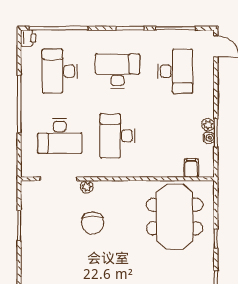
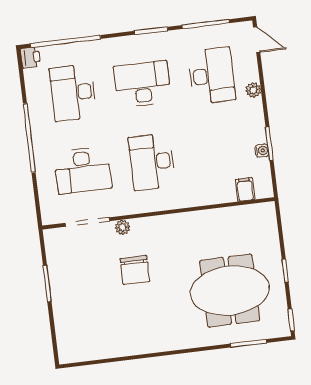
plant: (208, 125) -> (253, 90), moved
meeting table: (175, 217) -> (230, 290), moved, turned 90

